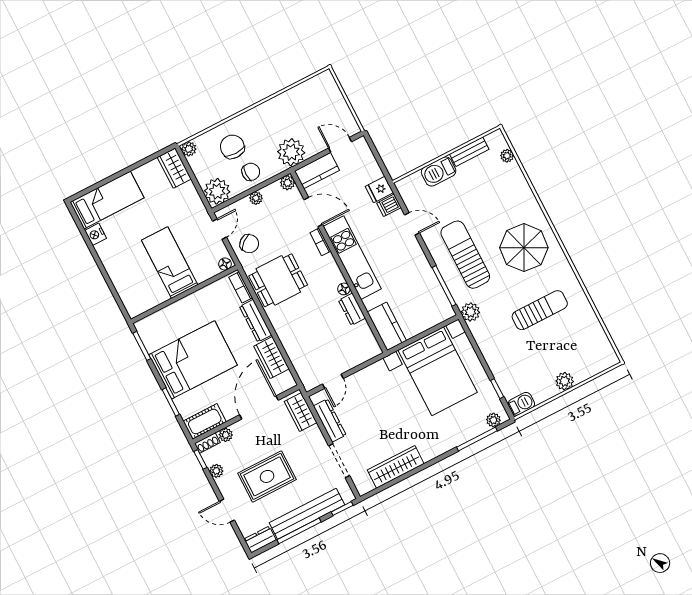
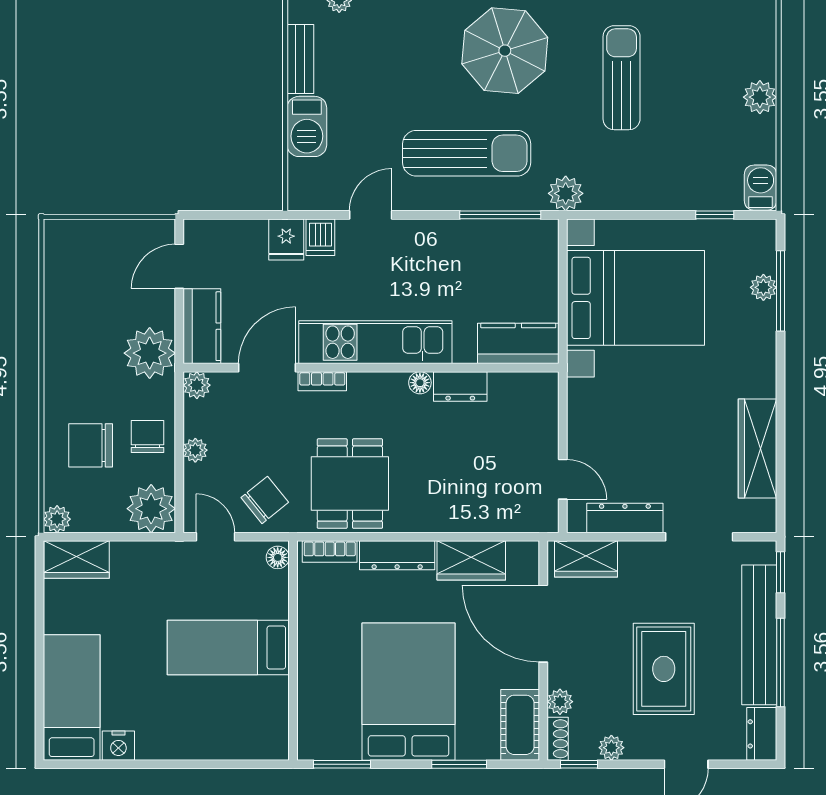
sun lounger: (465, 255) -> (467, 153), turned 180
plant: (493, 420) -> (763, 287), moved

